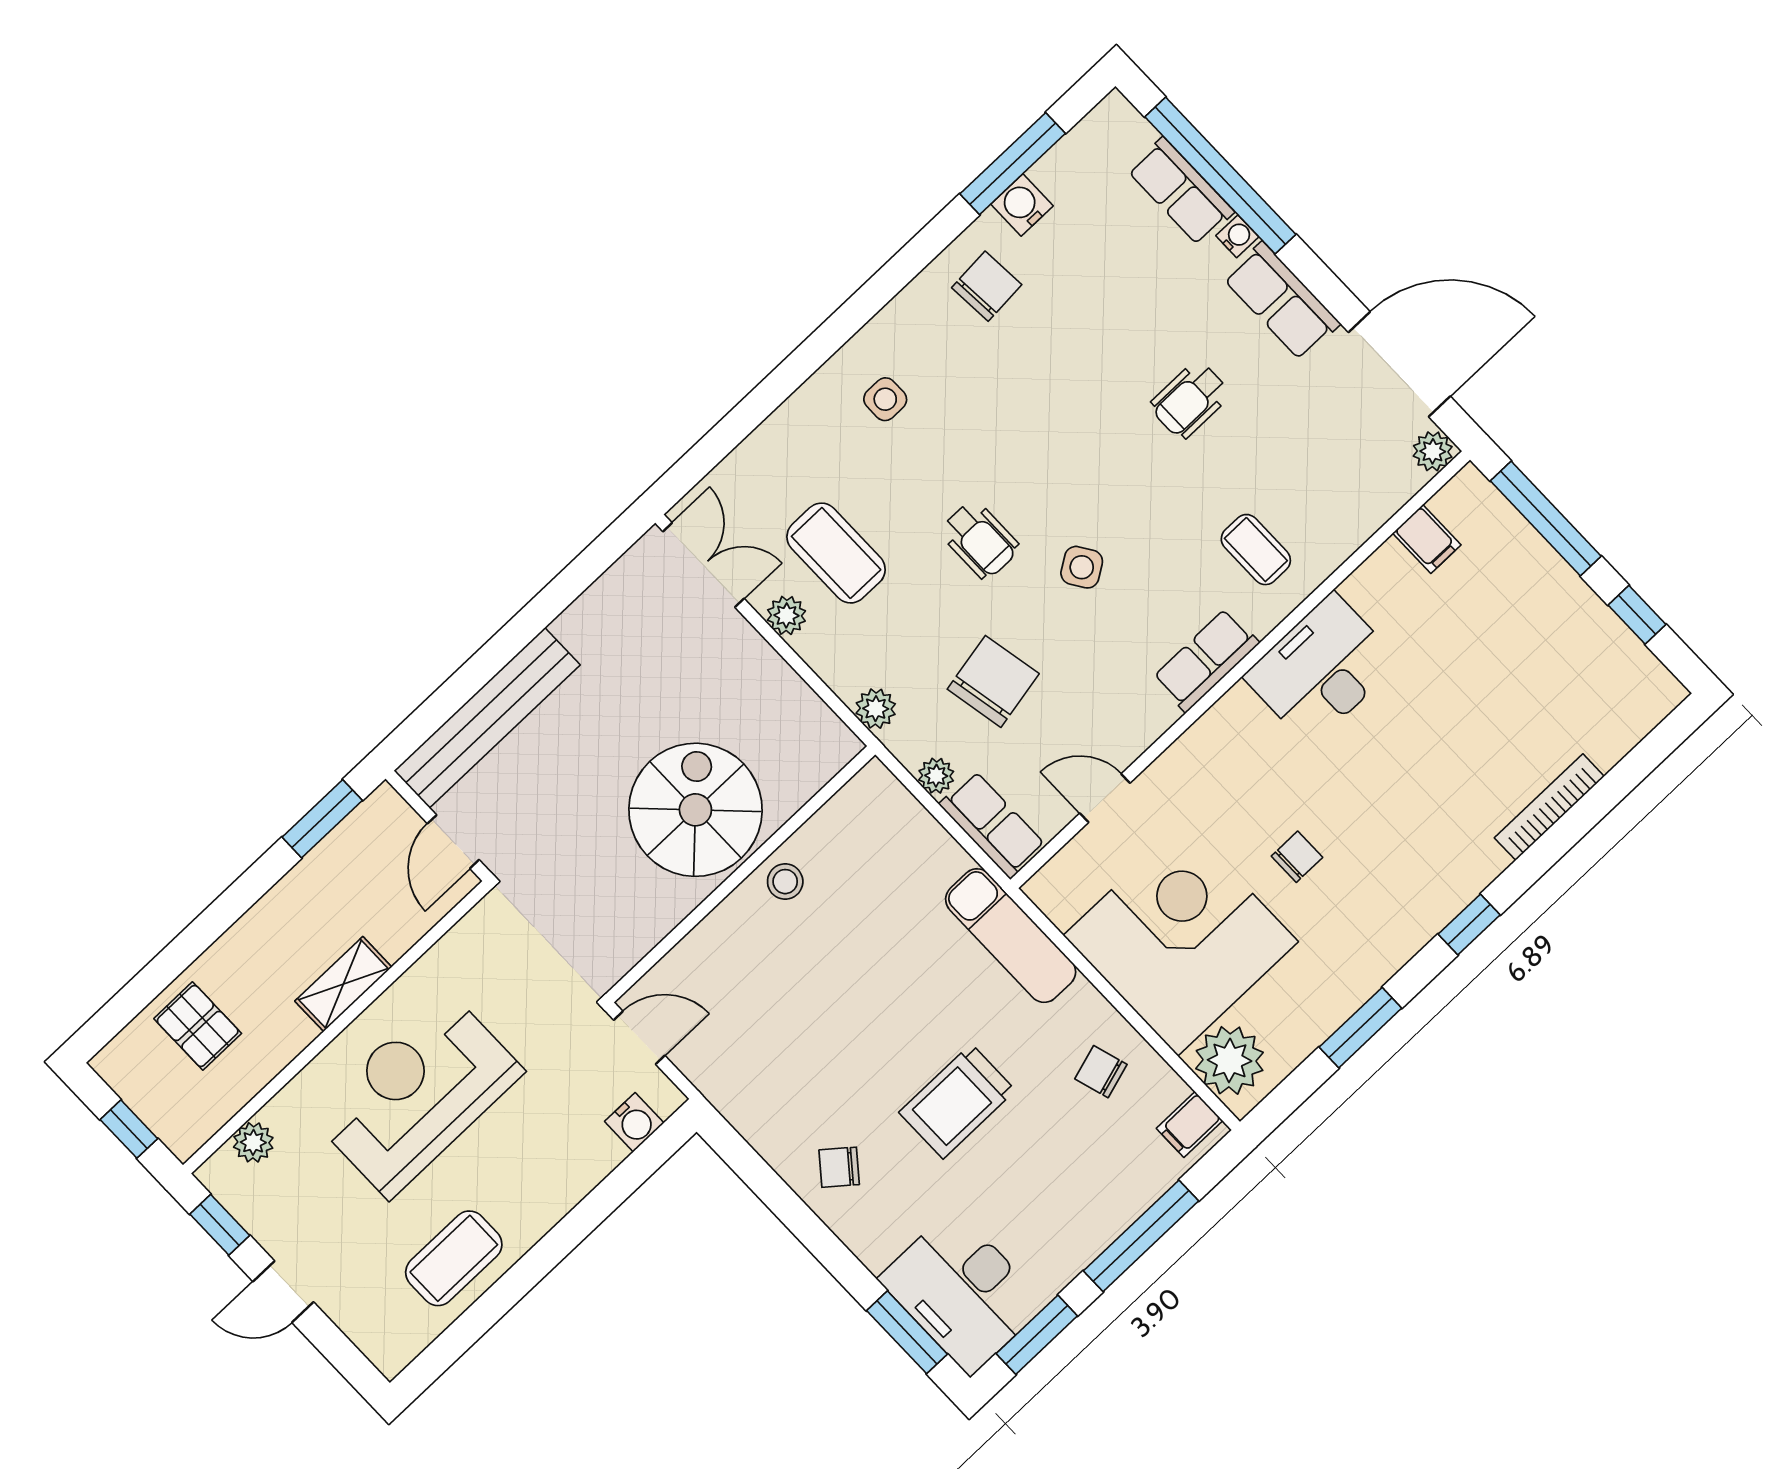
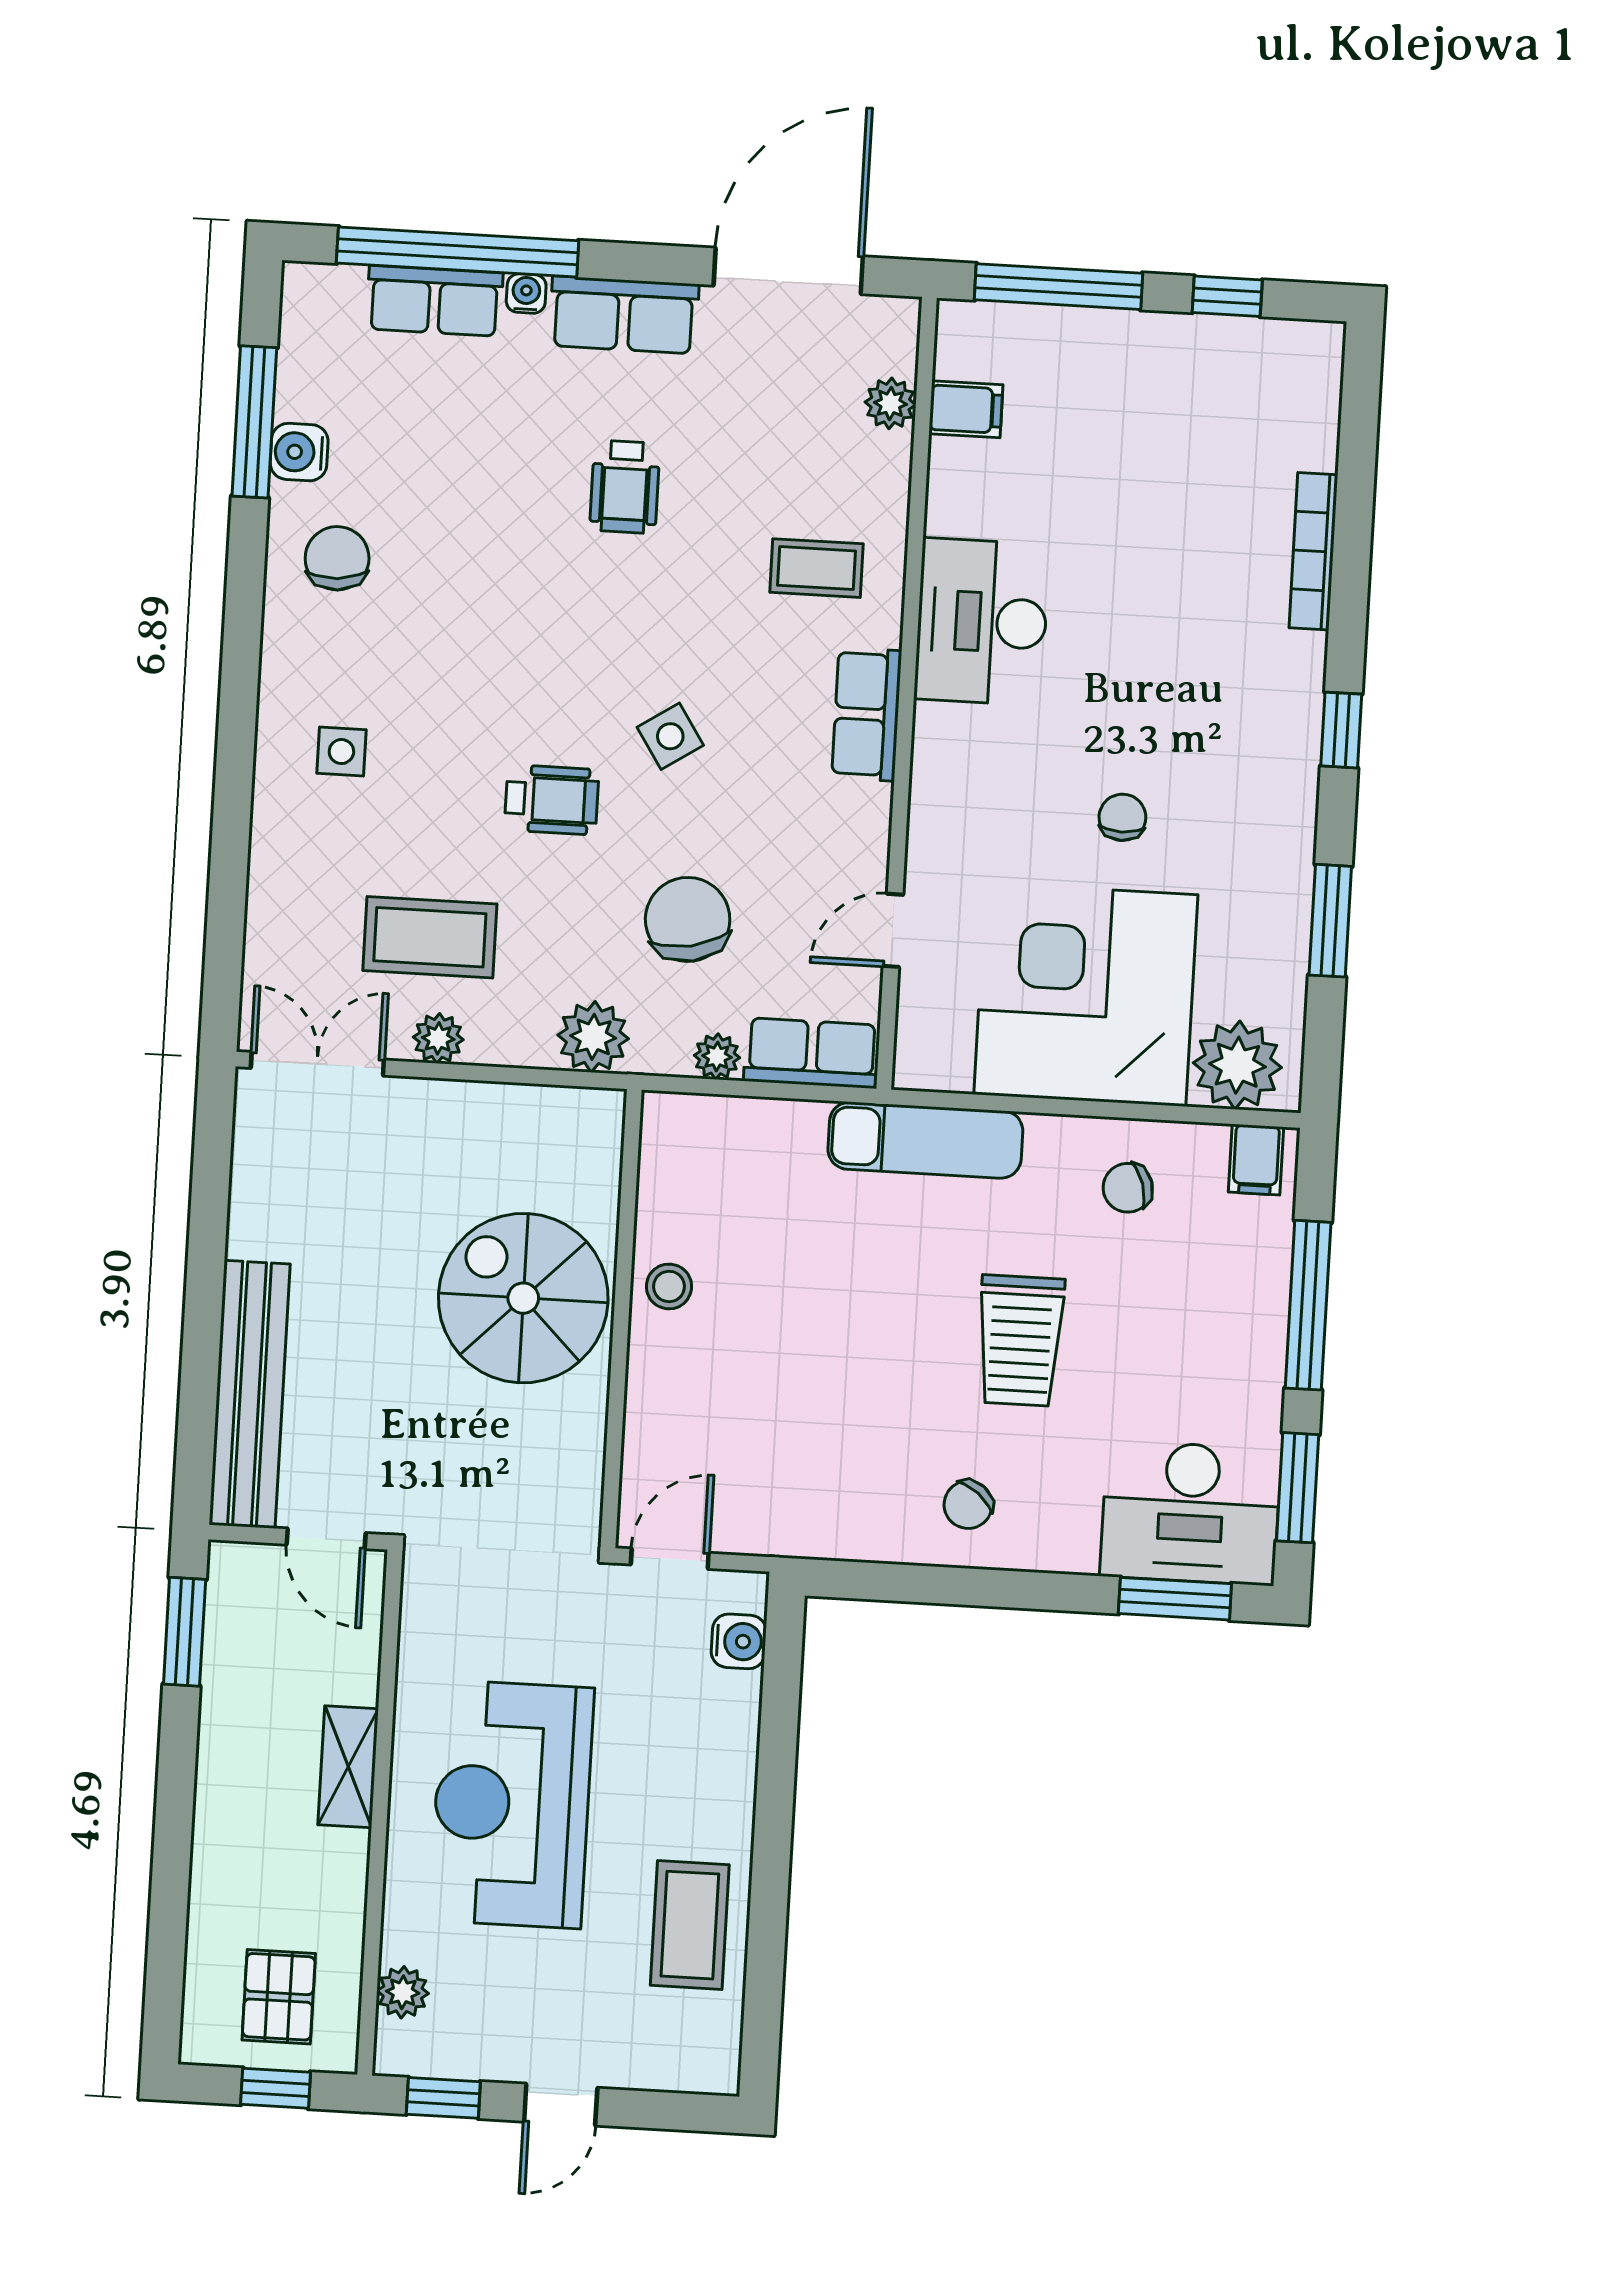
plant: (1433, 451) -> (890, 403), moved
plant: (876, 709) -> (593, 1037), width x1.38, depth x1.38
pallet: (198, 1026) -> (279, 1997), moved, turned 90

